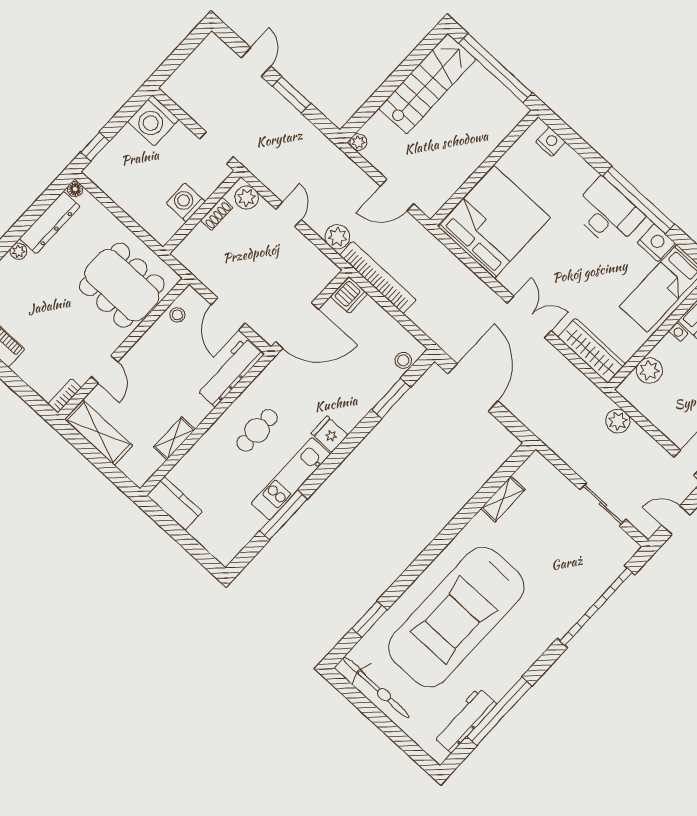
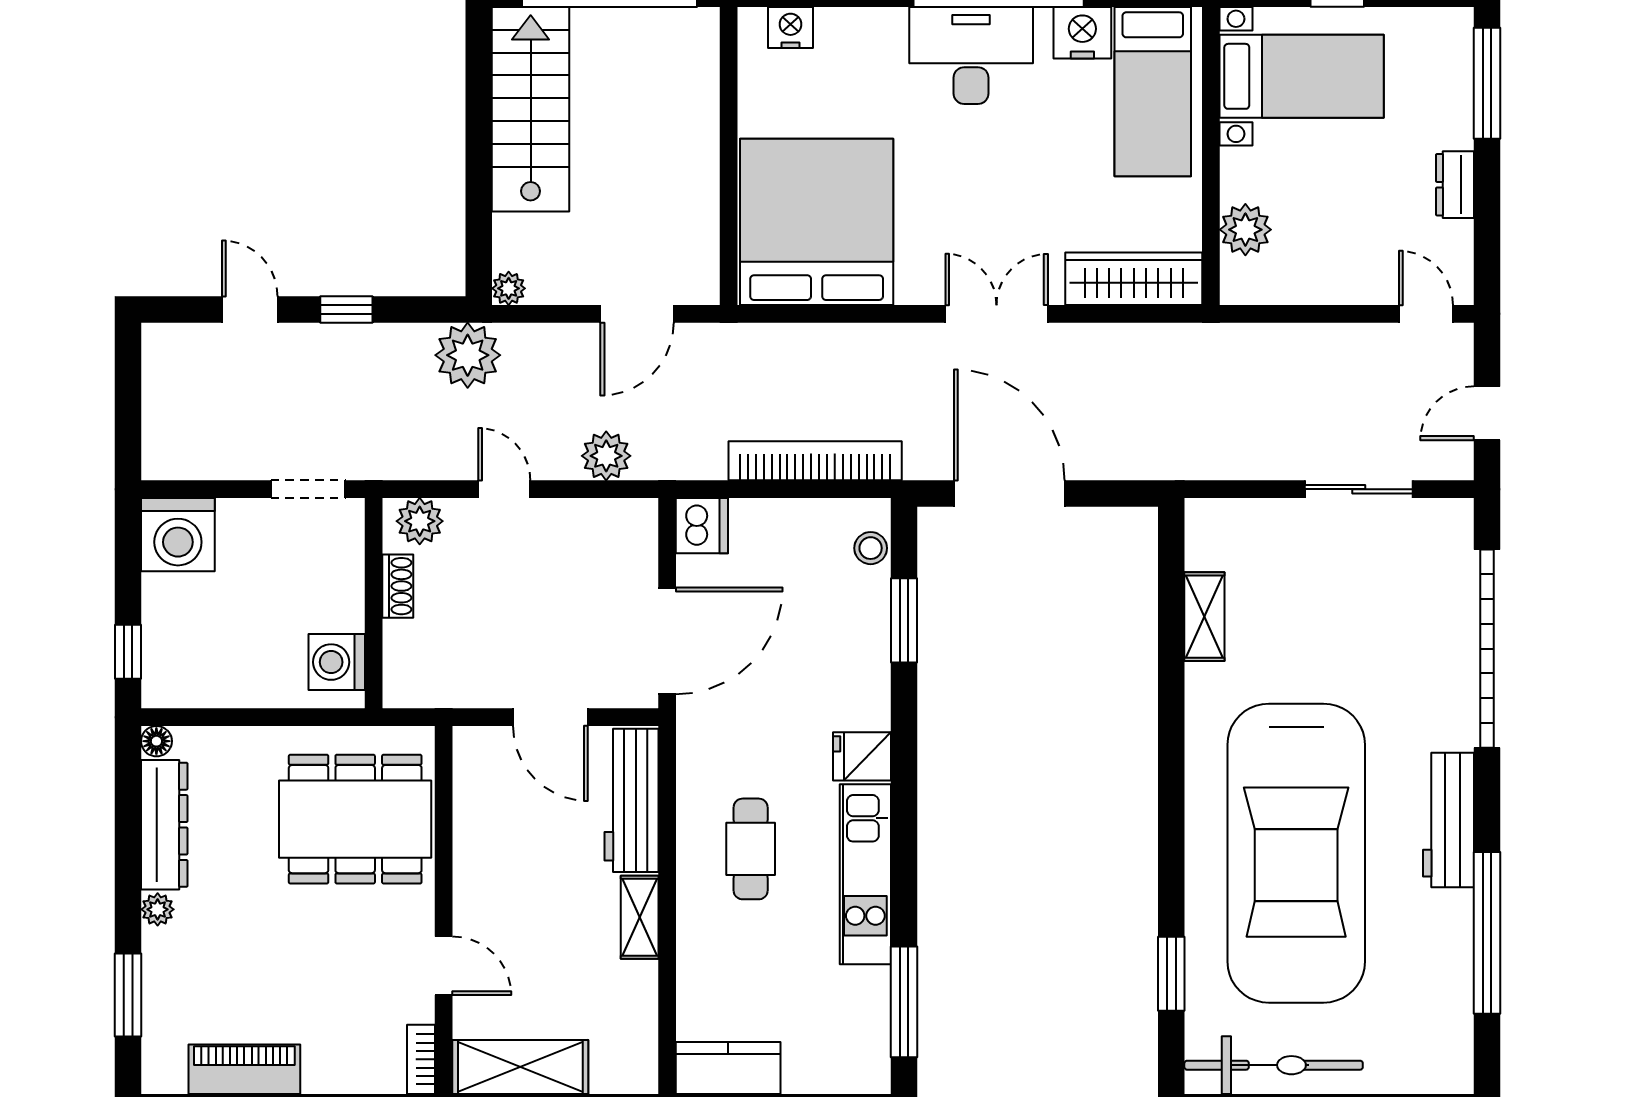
window: (292, 95) -> (346, 309), width x0.67
washing machine: (186, 202) -> (337, 662), moved
bookcase: (378, 278) -> (815, 461), moved
stool: (177, 315) -> (477, 787), removed
plant: (618, 421) -> (468, 355), moved, width x1.36, depth x1.36
shelving: (174, 438) -> (640, 917), moved
window: (284, 515) -> (904, 1002), moved
workbench: (465, 720) -> (1448, 820), moved

